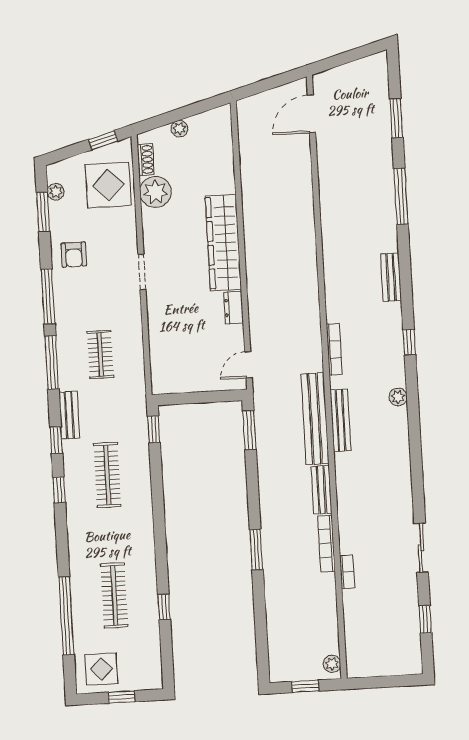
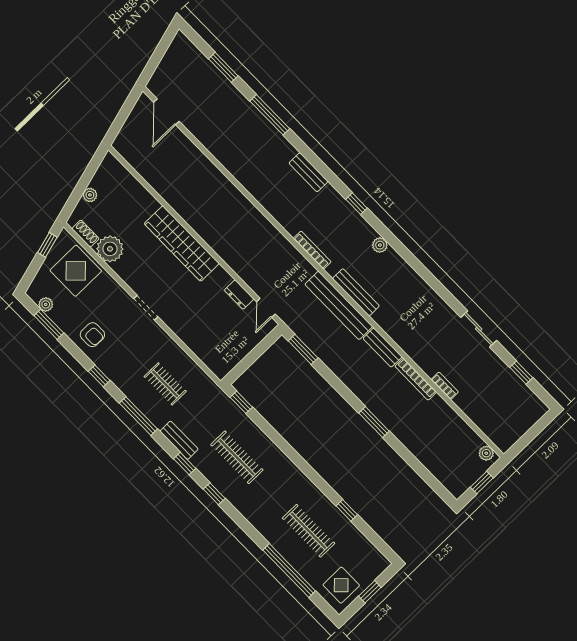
window: (48, 296) -> (99, 376), width x0.46
dresser: (234, 308) -> (239, 295), moved

